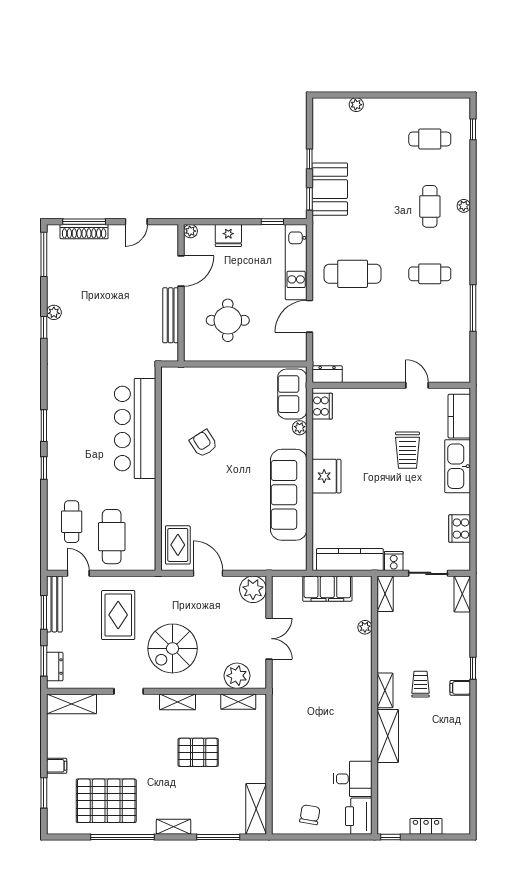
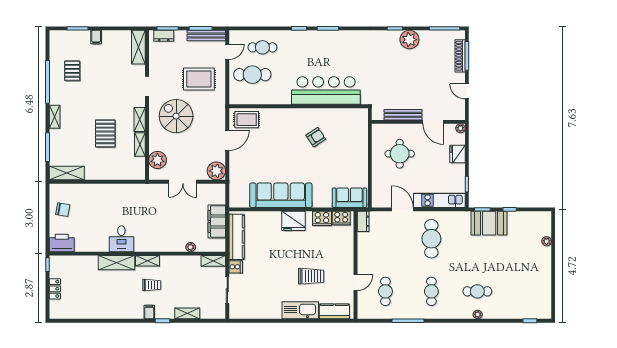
cafe table: (430, 139) -> (385, 291), moved
plant: (54, 312) -> (409, 40), width x1.88, depth x1.88
plant: (300, 428) -> (327, 203), removed
trolley: (407, 450) -> (311, 276), turned 180
cooker: (460, 529) -> (322, 218), moved, turned 180
shelving: (462, 594) -> (187, 313), moved
shelving: (238, 702) -> (140, 144), moved
desk: (353, 779) -> (121, 239), moved
pallet: (106, 801) -> (72, 71), width x0.49, depth x0.50

